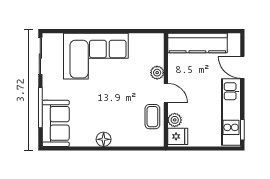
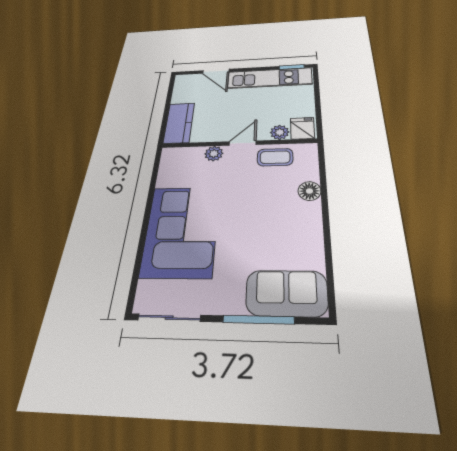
kitchen counter: (197, 43) -> (179, 123), width x0.67
door: (242, 67) -> (216, 71), hinge flipped
floor lamp: (104, 139) -> (309, 191), moved

